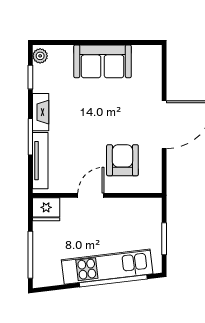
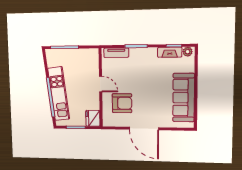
sofa: (103, 61) -> (184, 98), width x1.36
fireplace: (41, 112) -> (170, 52), moved
tv unit: (40, 161) -> (116, 53), width x0.71
fridge: (46, 209) -> (93, 118), moved

